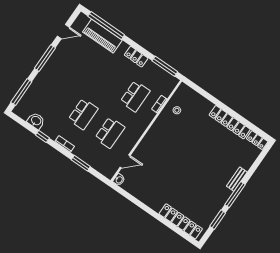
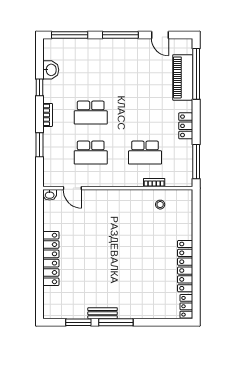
bench: (237, 179) -> (103, 313), moved
locker: (181, 221) -> (51, 258), moved

